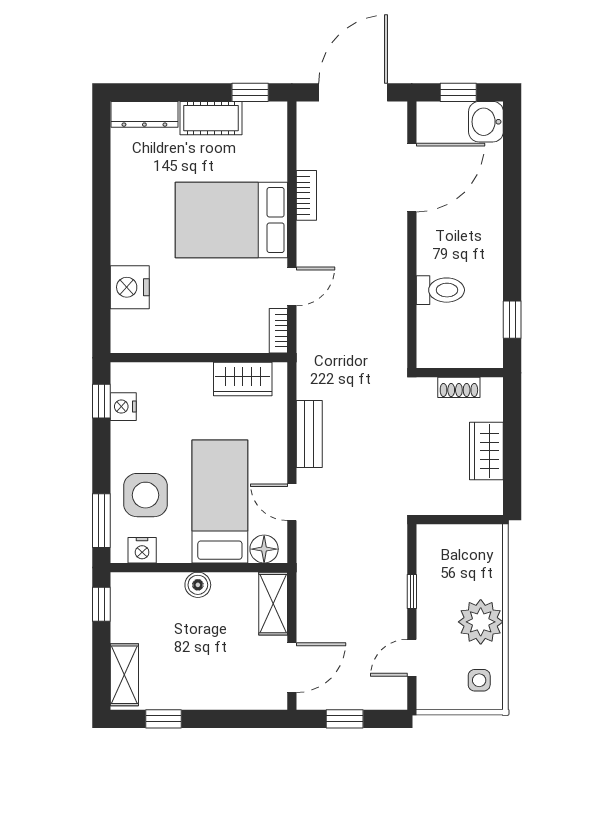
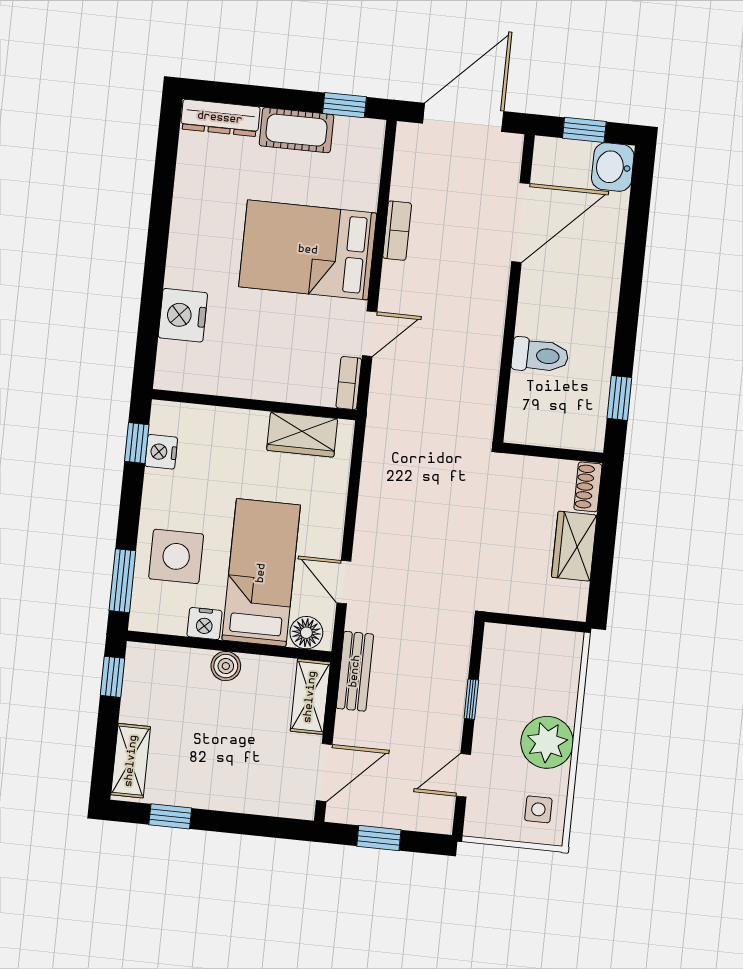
shoe rack: (459, 387) -> (588, 487), moved, turned 90
bench: (309, 434) -> (355, 671), moved
nightstand: (142, 550) -> (205, 624), moved

